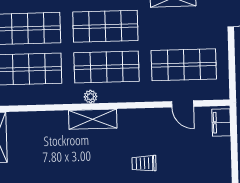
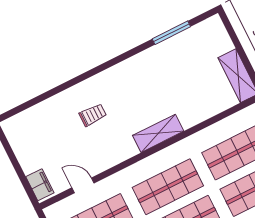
plant: (90, 97) -> (170, 153), removed

